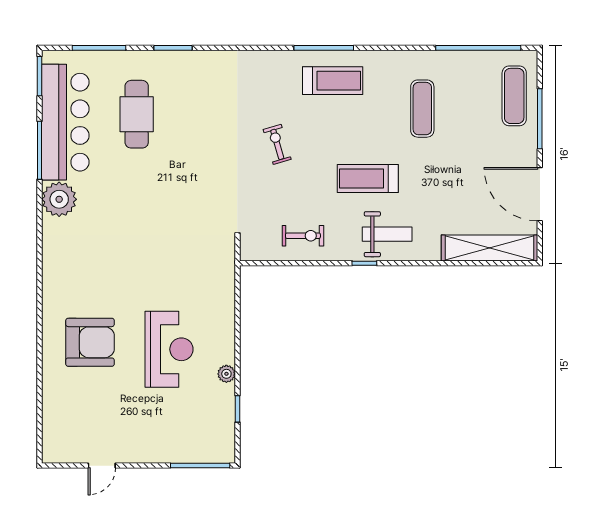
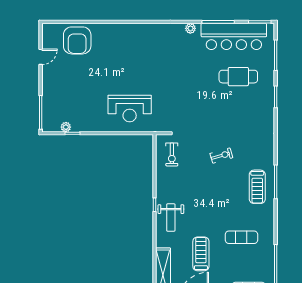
treadmill: (368, 179) -> (201, 254), moved
plant: (59, 199) -> (190, 28), width x0.53, depth x0.53
exercise bike: (303, 236) -> (172, 154), moved
armchair: (90, 342) -> (77, 40), moved
reception desk: (169, 349) -> (130, 108), moved
plant: (226, 374) -> (66, 127), moved
door: (102, 466) -> (41, 57), swing flipped

